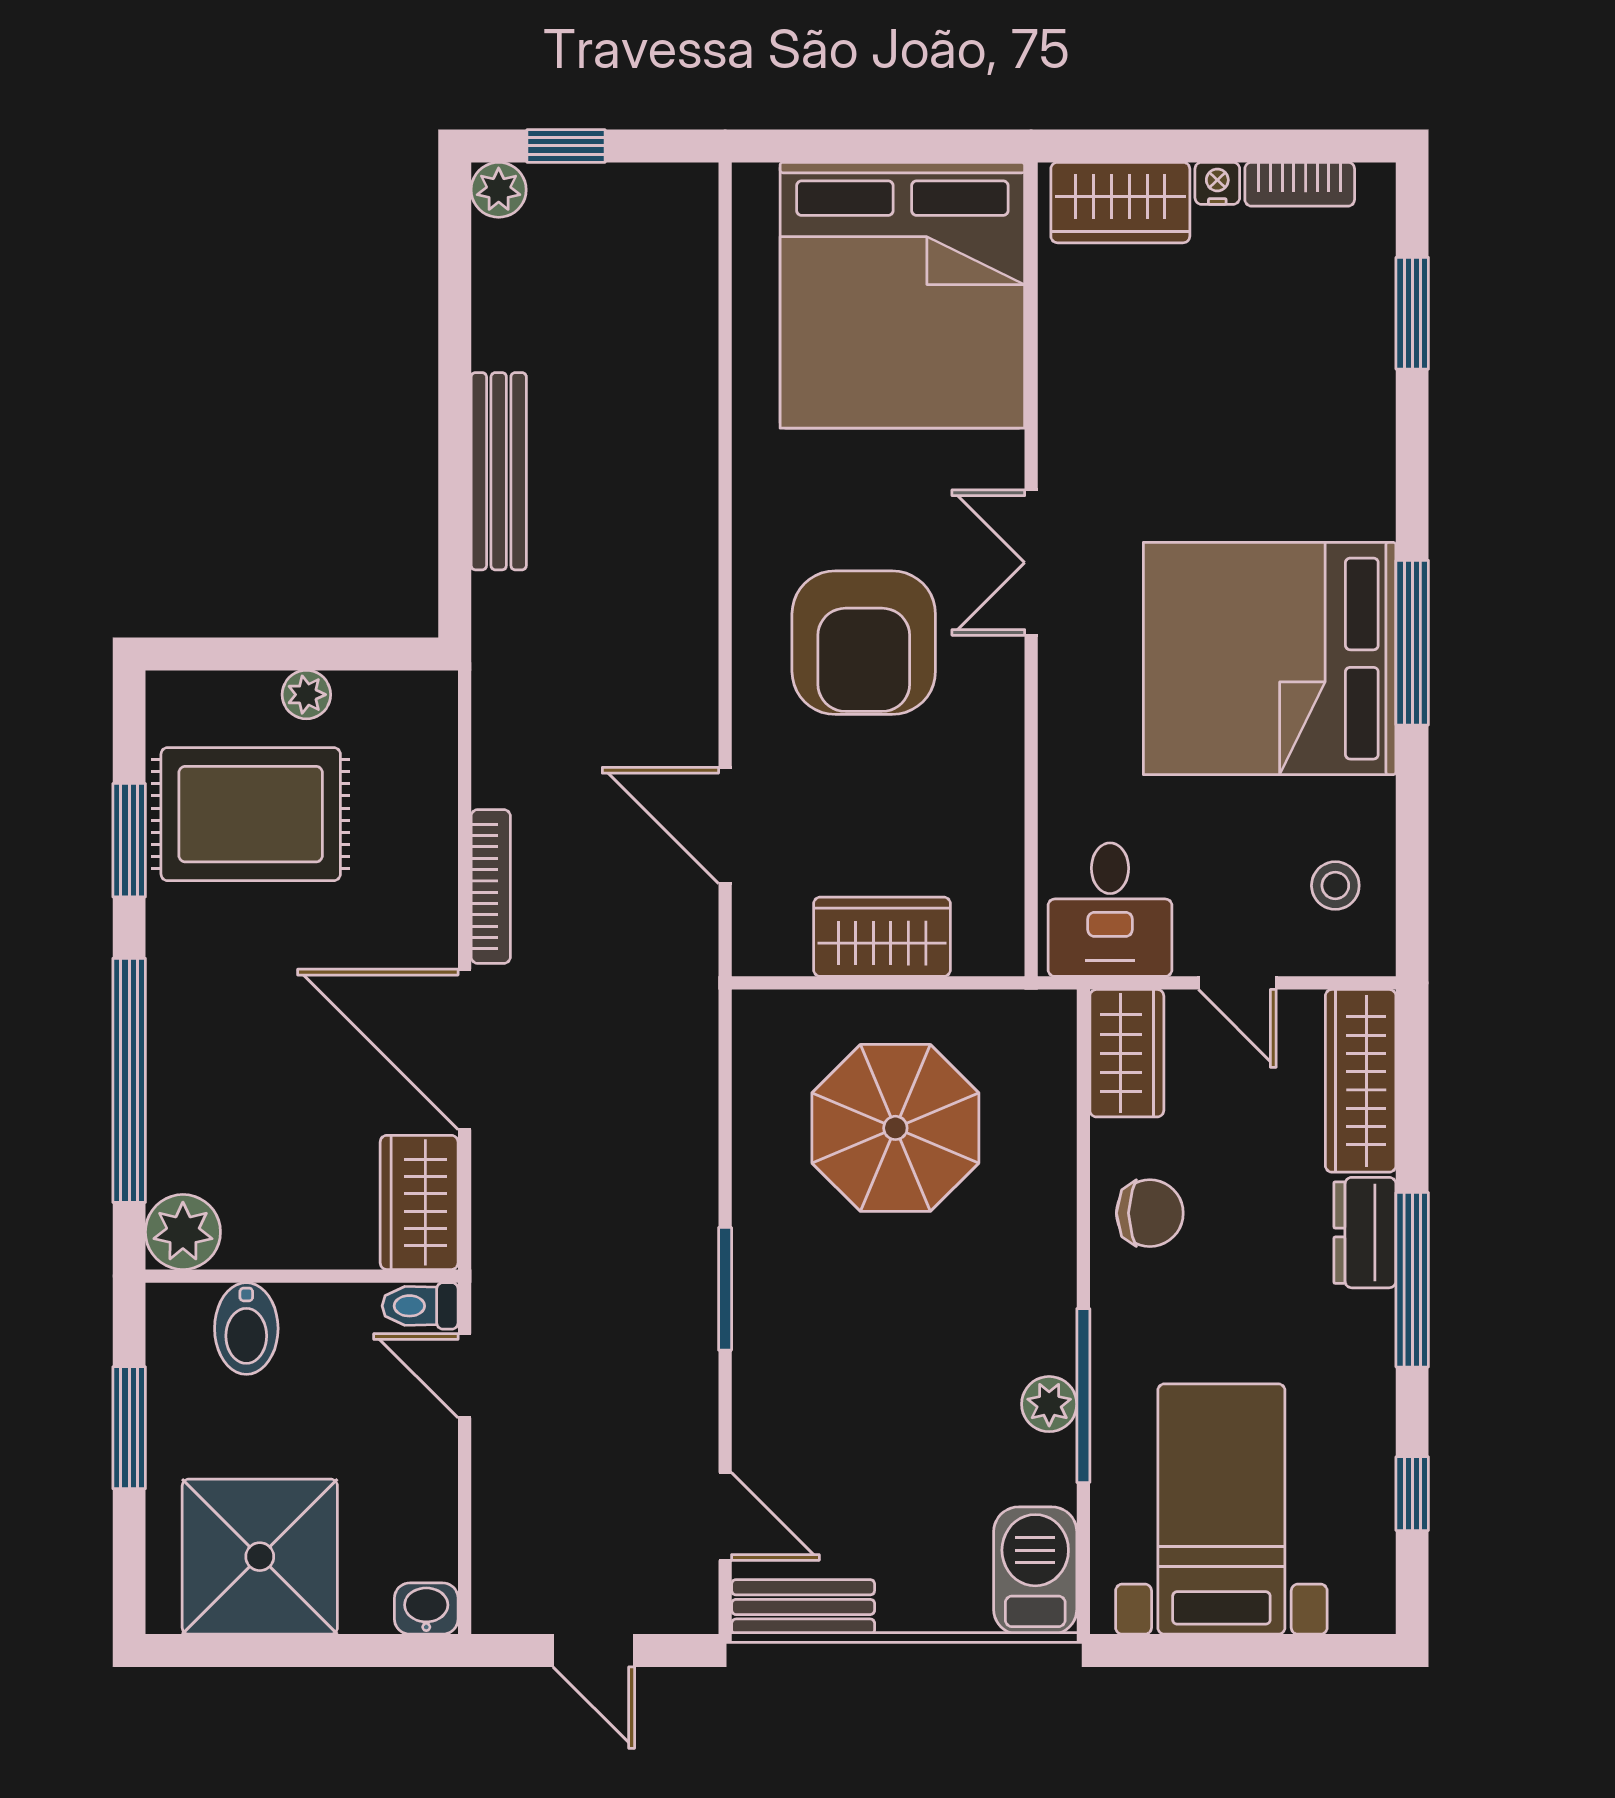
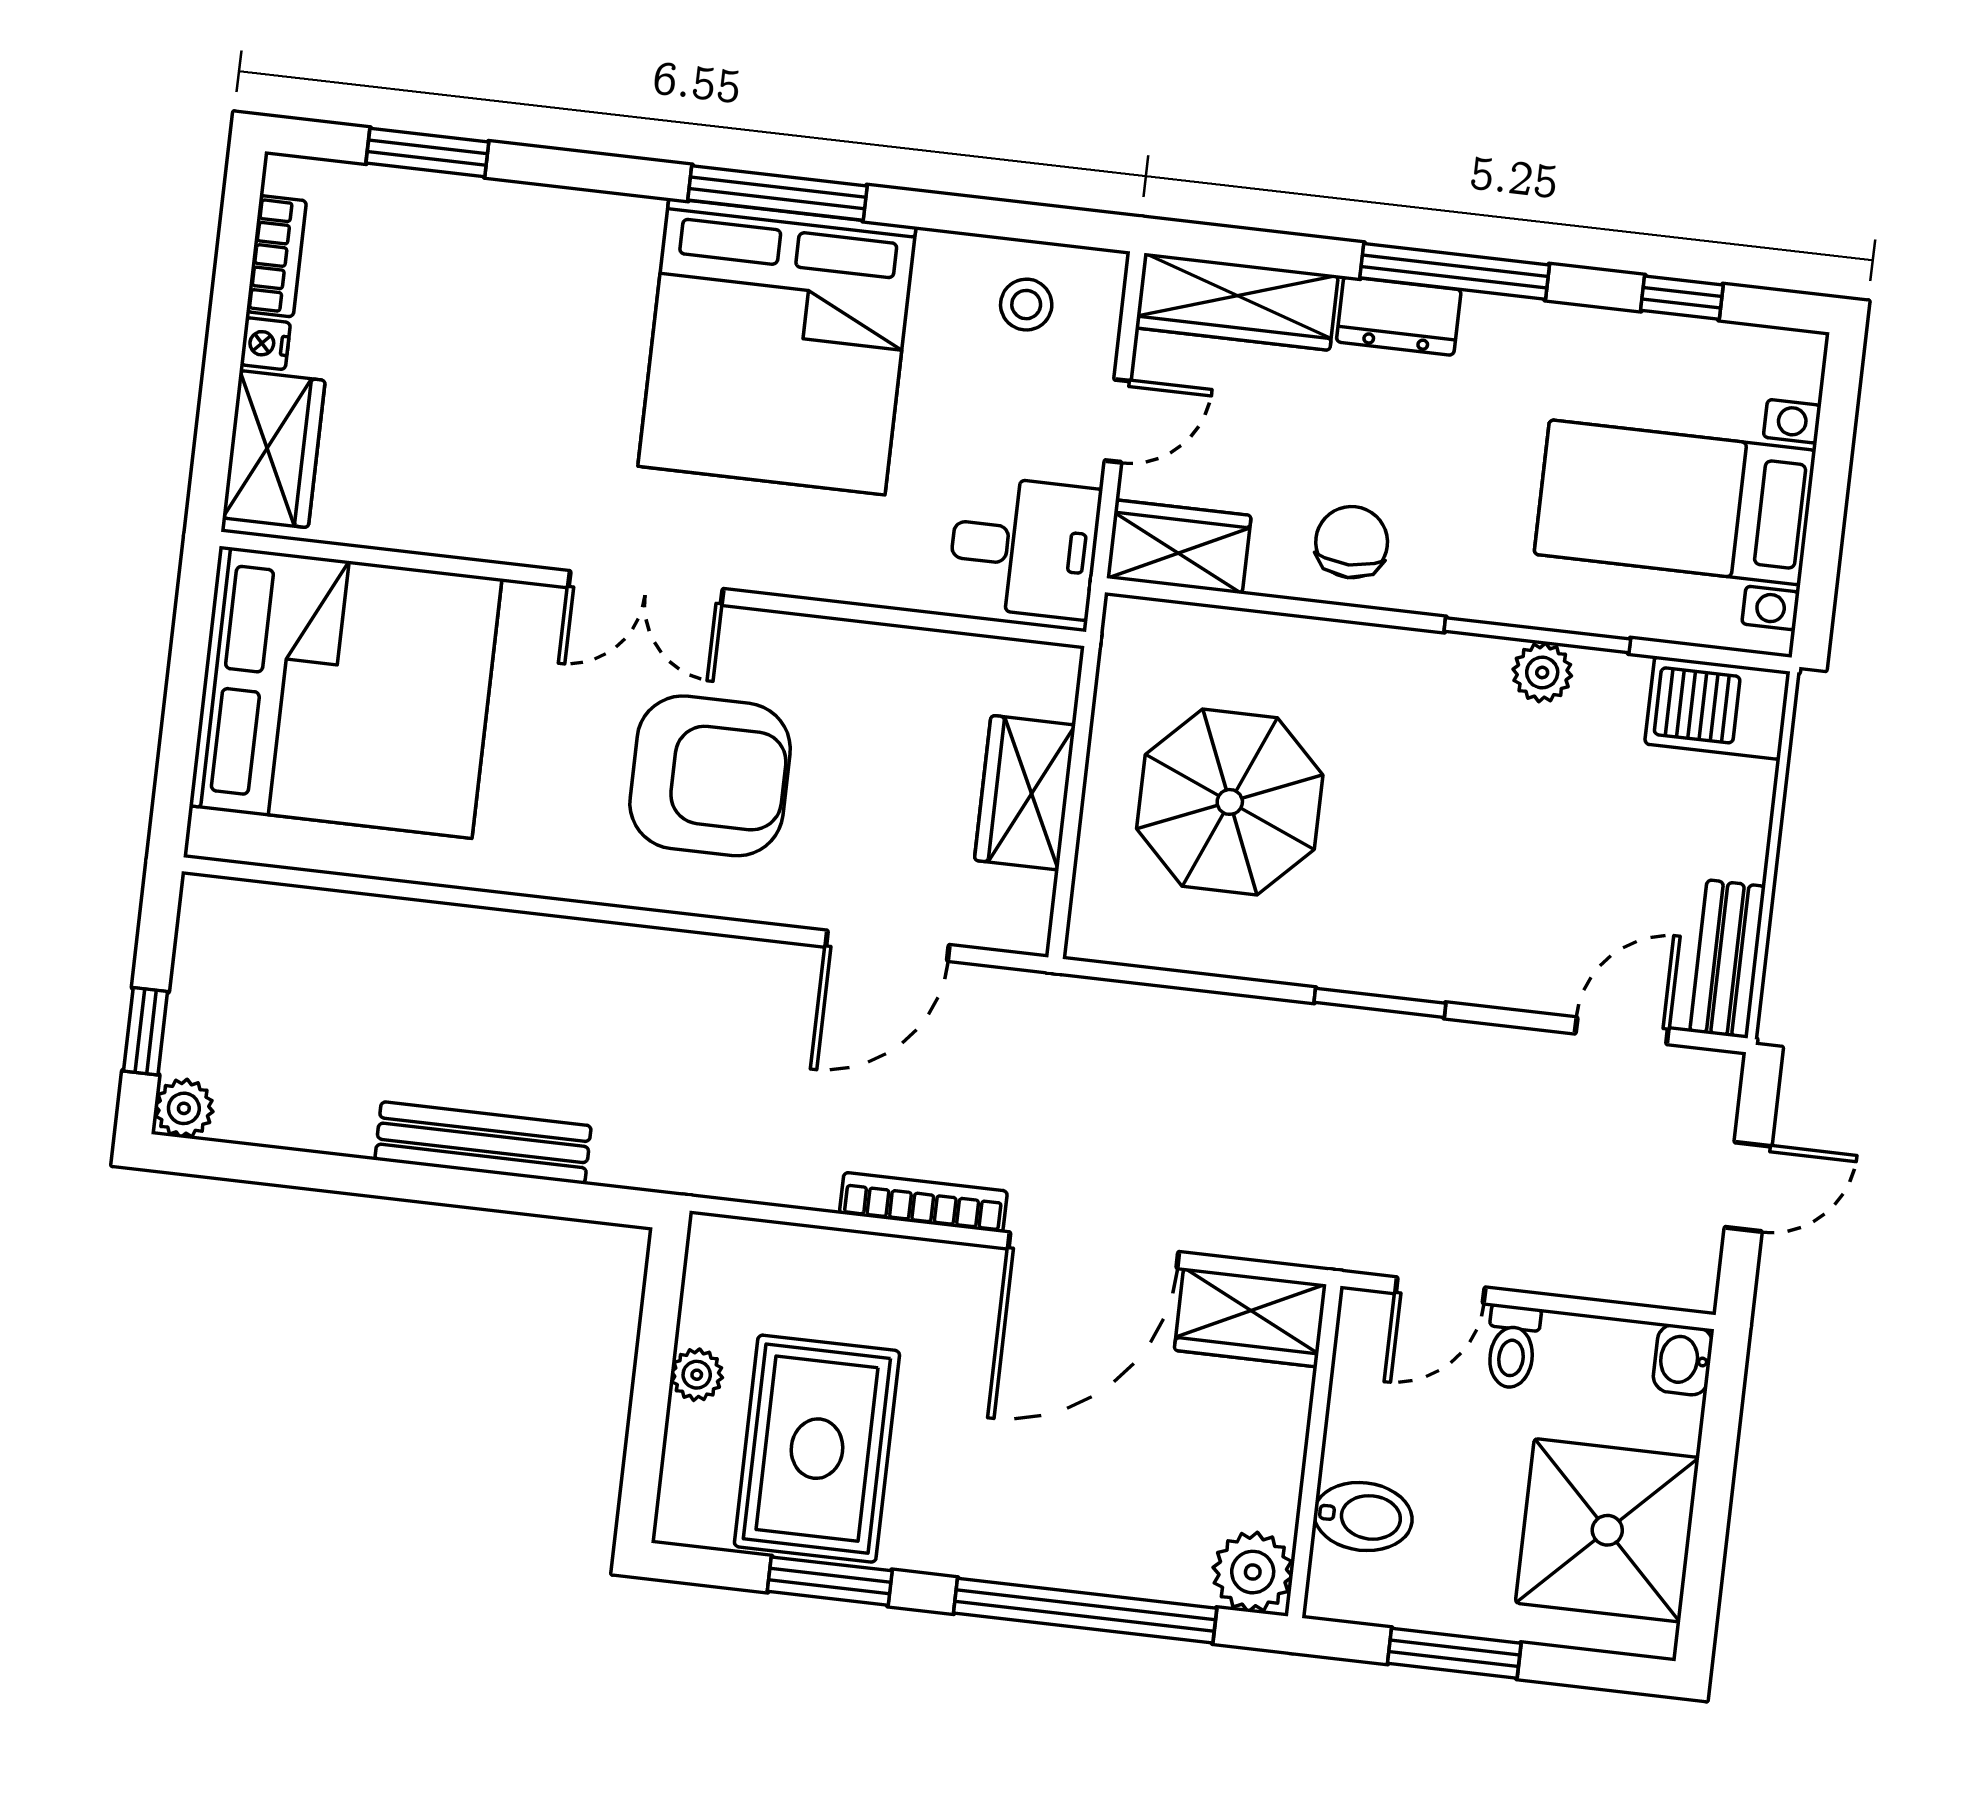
toilet: (420, 1306) -> (1512, 1347), moved

